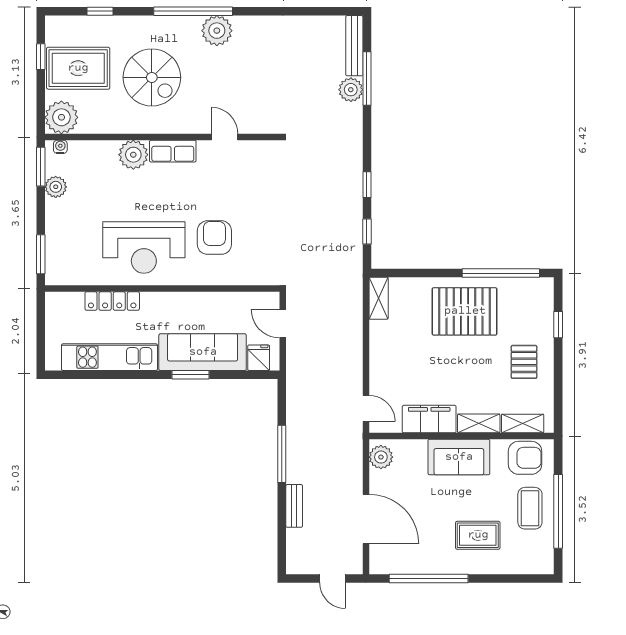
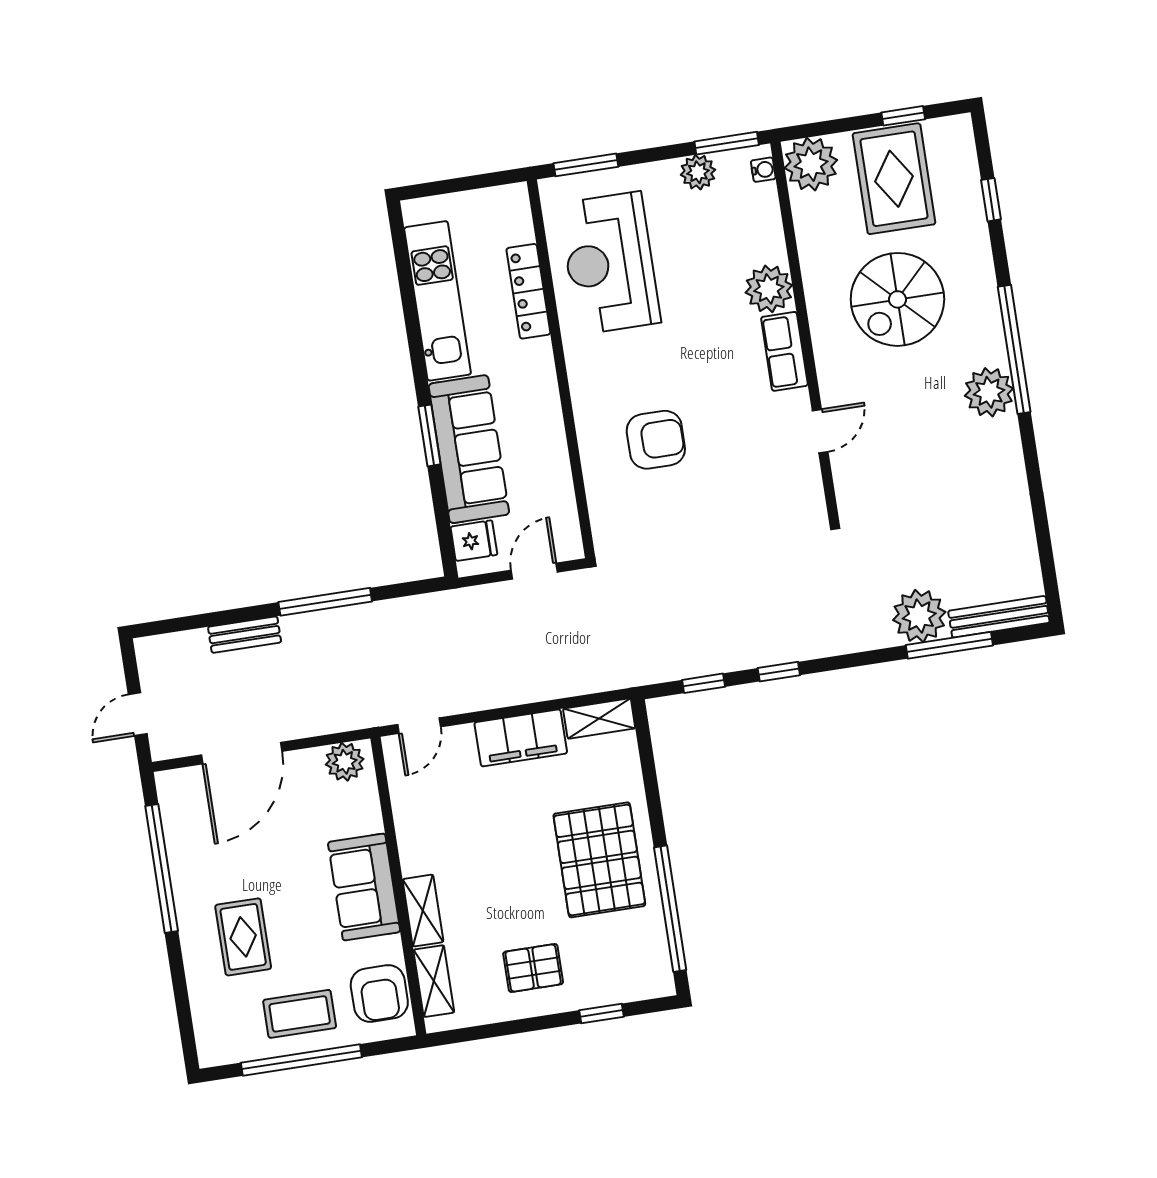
plant: (351, 90) -> (919, 616), width x1.36, depth x1.36
reception desk: (144, 248) -> (610, 263), moved
filing cabinet: (429, 419) -> (521, 738), moved, turned 90

